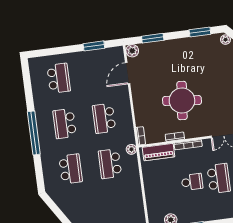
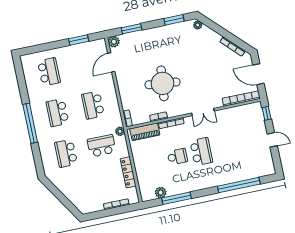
school desk: (110, 164) -> (102, 146), turned 90
school desk: (71, 169) -> (66, 153), turned 180
locker: (137, 195) -> (128, 172), added

